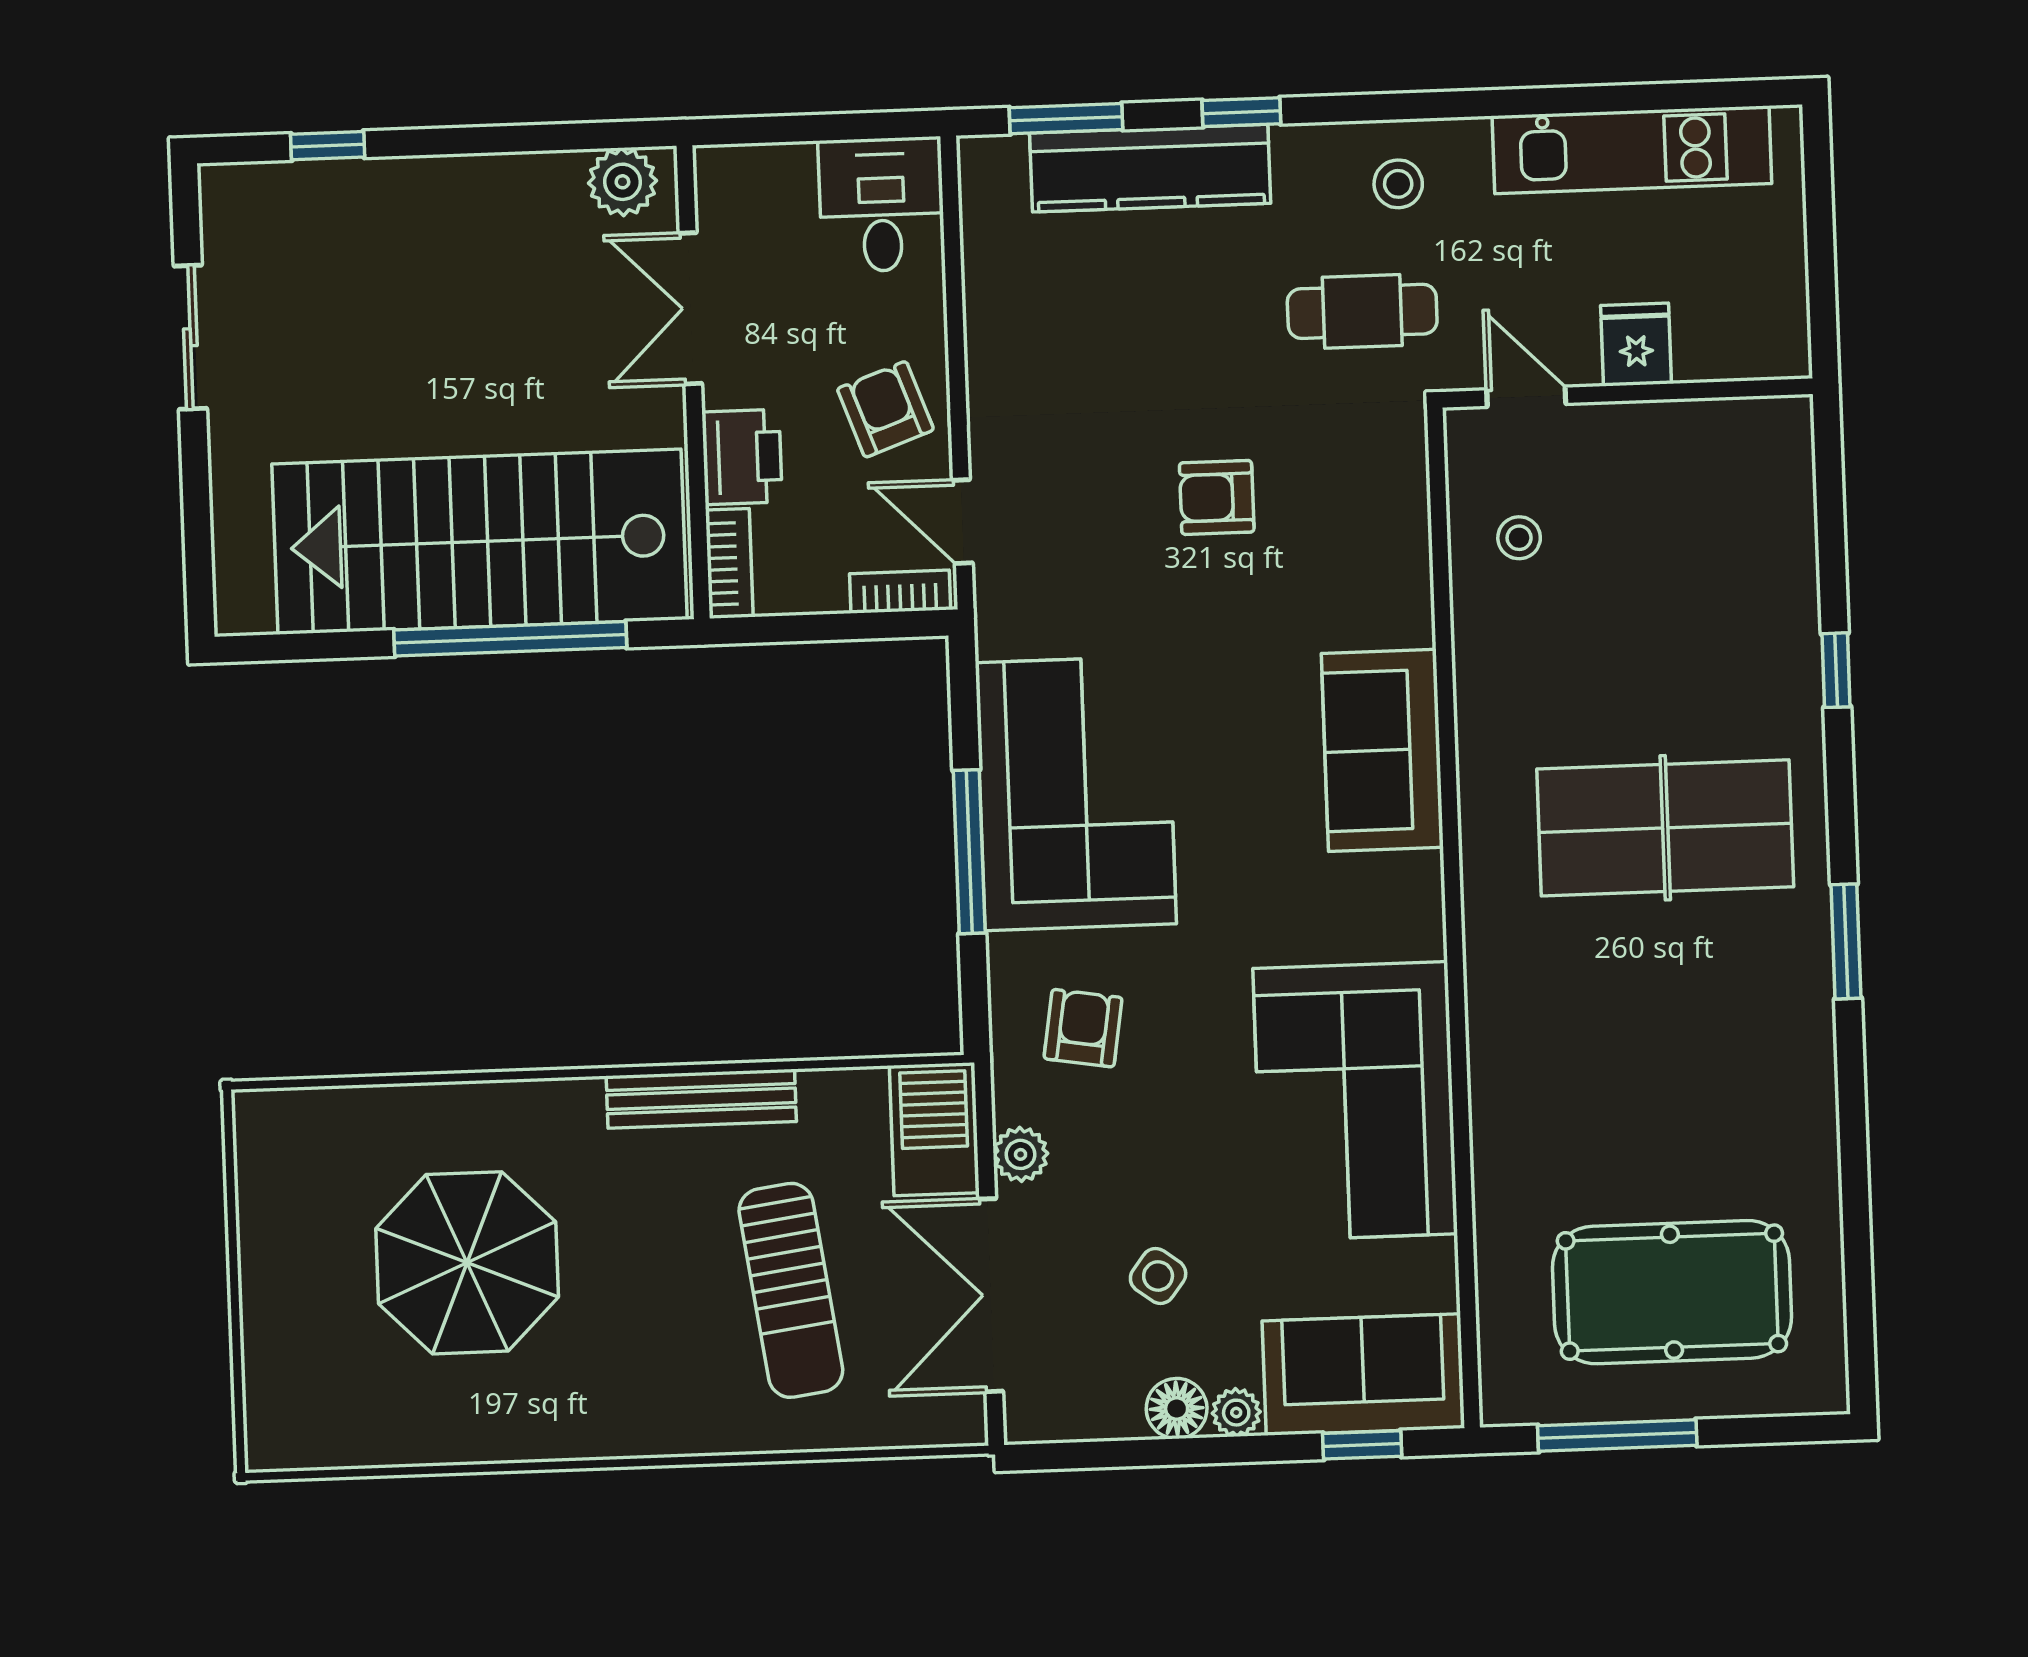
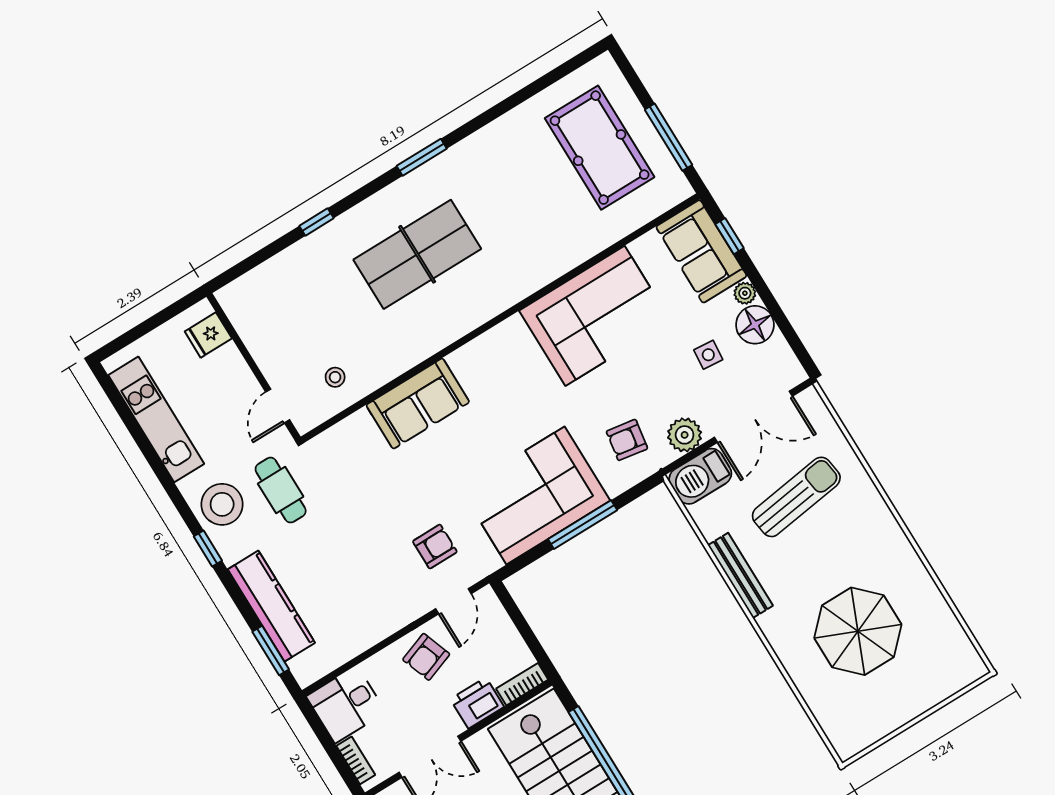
window: (1241, 112) -> (208, 548), moved
stool: (1398, 184) -> (222, 504), width x1.89, depth x1.89
fridge: (1636, 345) -> (208, 335), moved
armchair: (1217, 497) -> (435, 547), moved, turned -90
bookcase: (900, 592) -> (356, 760), moved, turned 180
sofa: (1382, 750) -> (418, 404), moved
table tennis table: (1665, 828) -> (417, 254), turned 90
plant: (1021, 1154) -> (685, 435), width x1.38, depth x1.38
side table: (1158, 1276) -> (708, 355), turned -32
floor lamp: (1177, 1409) -> (755, 325), width x1.38, depth x1.38

